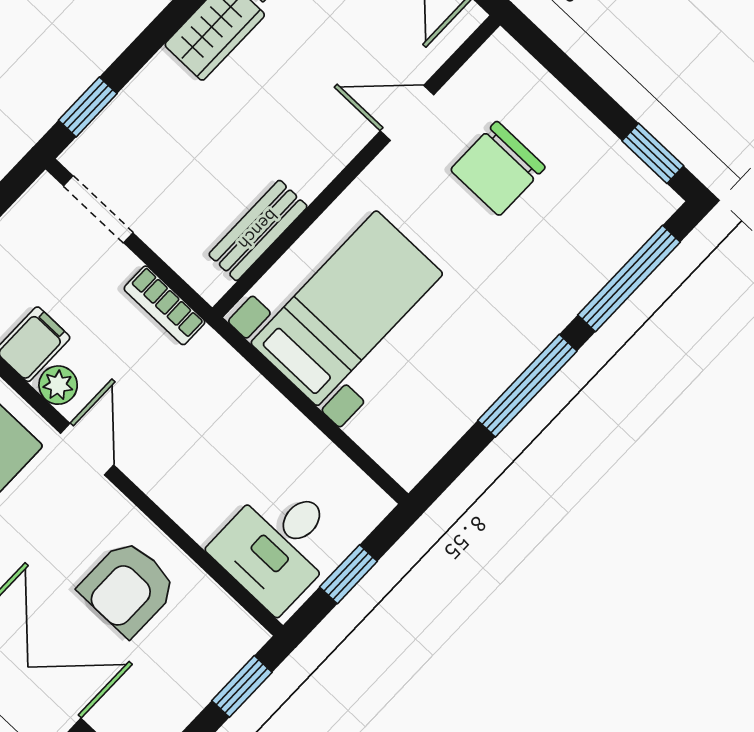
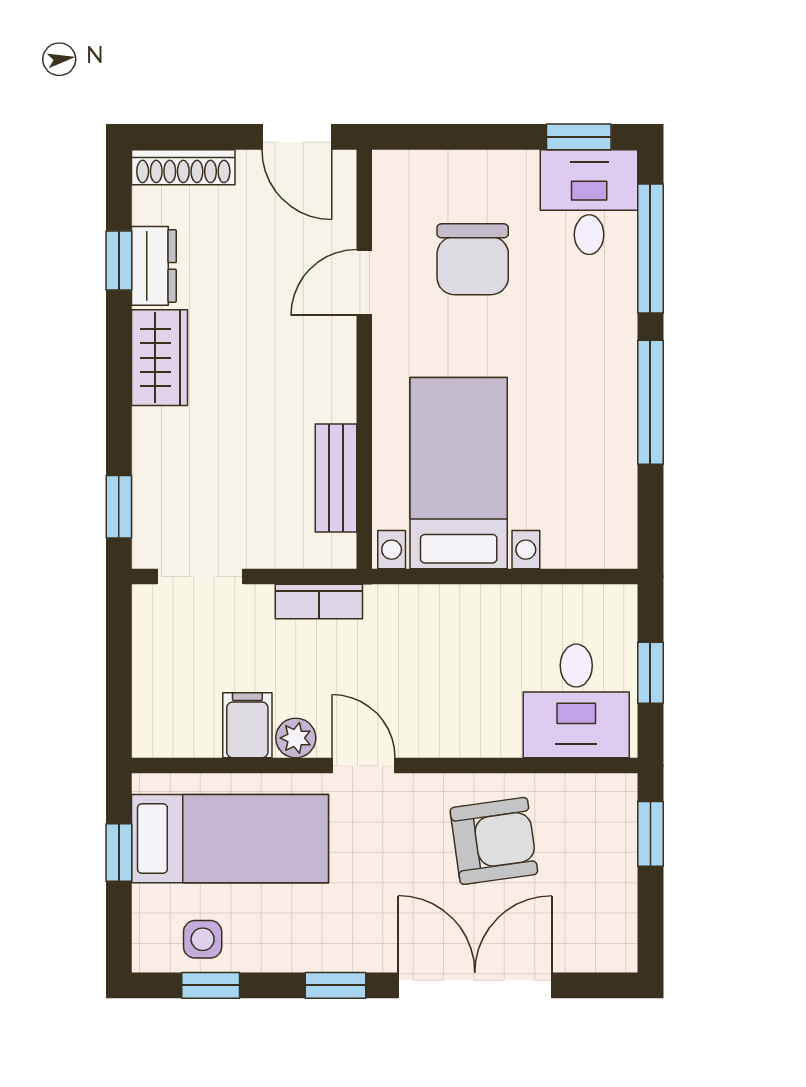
desk: (617, 206) -> (589, 202), added
armchair: (128, 588) -> (494, 841), turned -98

